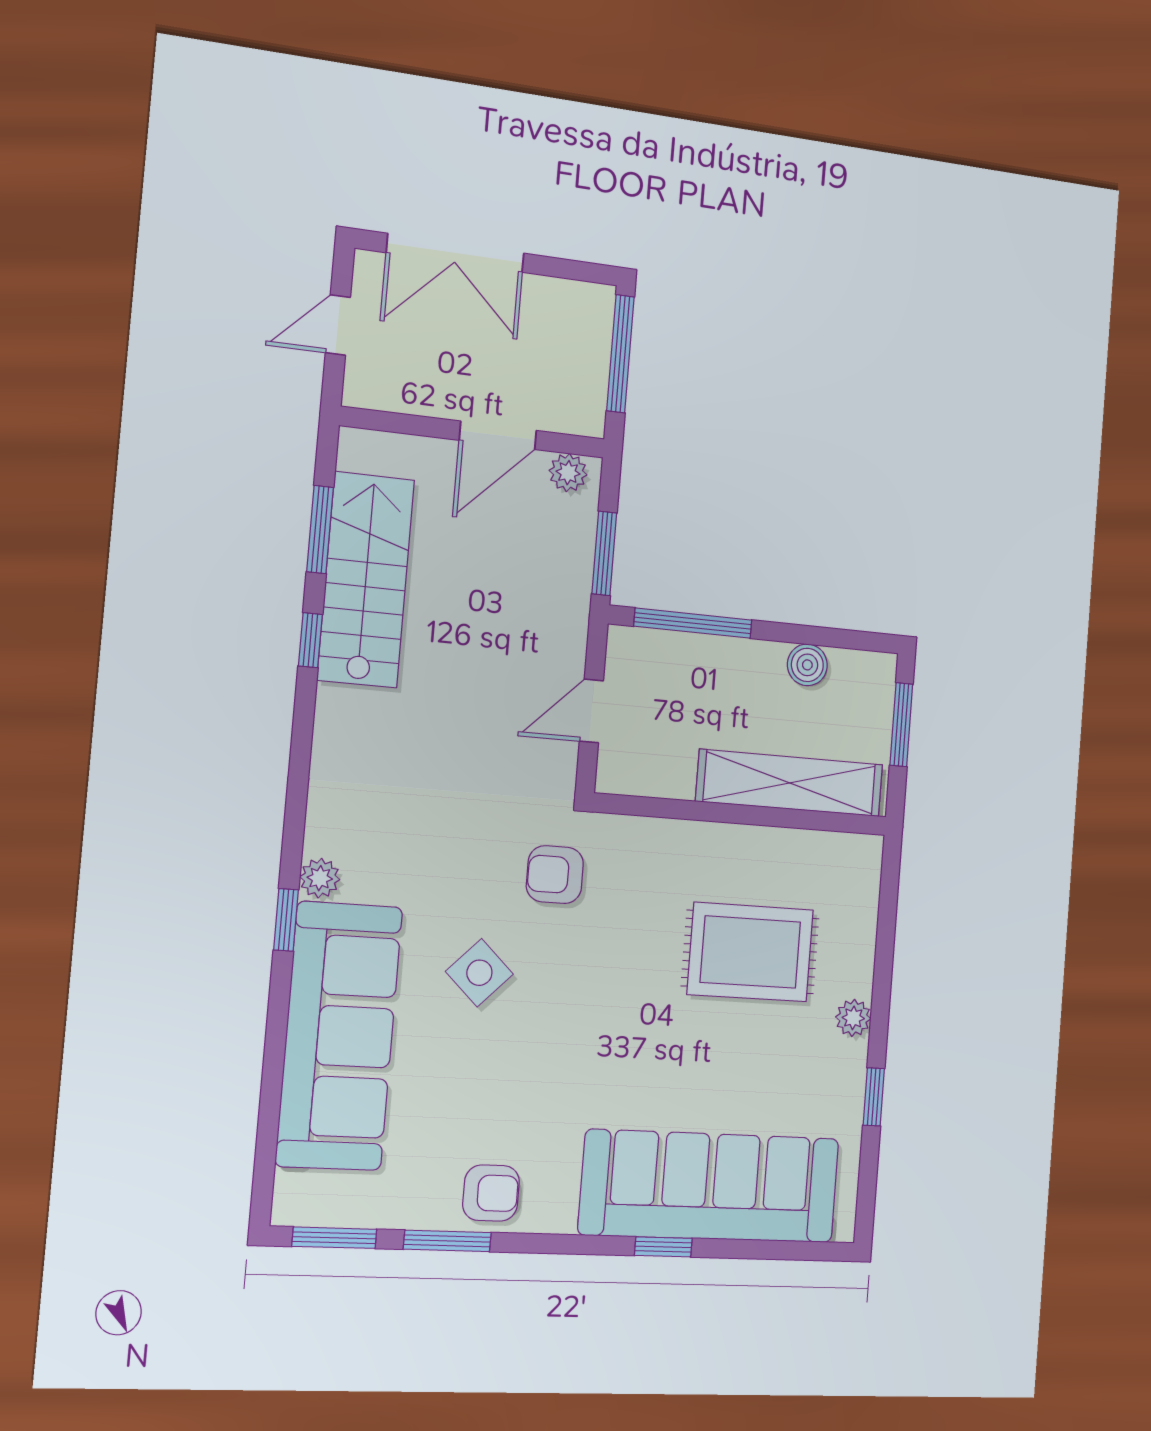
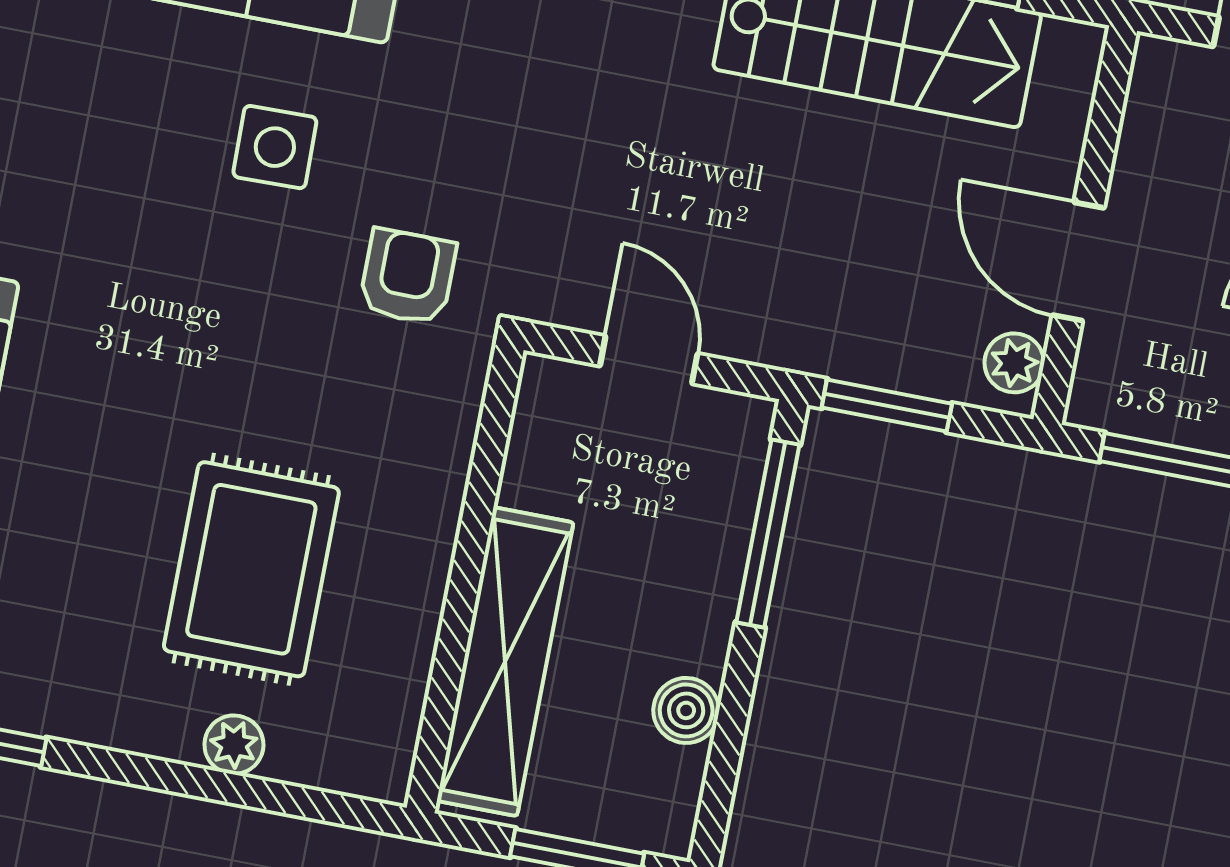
side table: (479, 973) -> (275, 147), turned 45
plant: (853, 1018) -> (234, 745), moved

